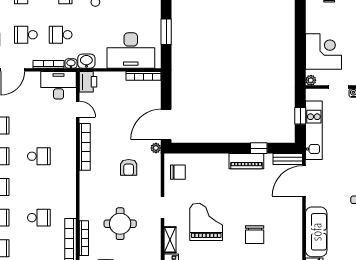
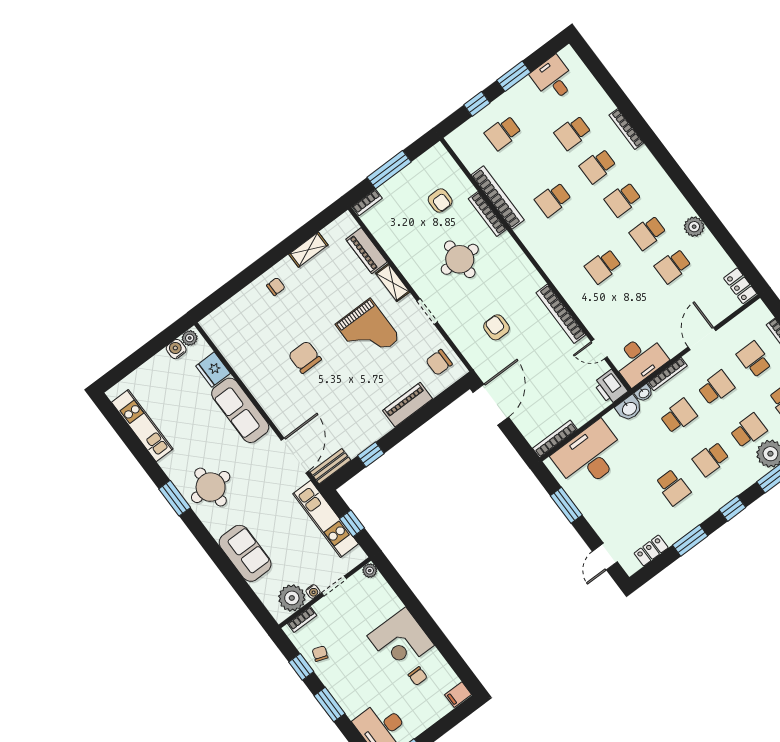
corner desk: (323, 52) -> (401, 640), moved
plant: (156, 148) -> (483, 371), removed
piano: (246, 161) -> (408, 405), moved

